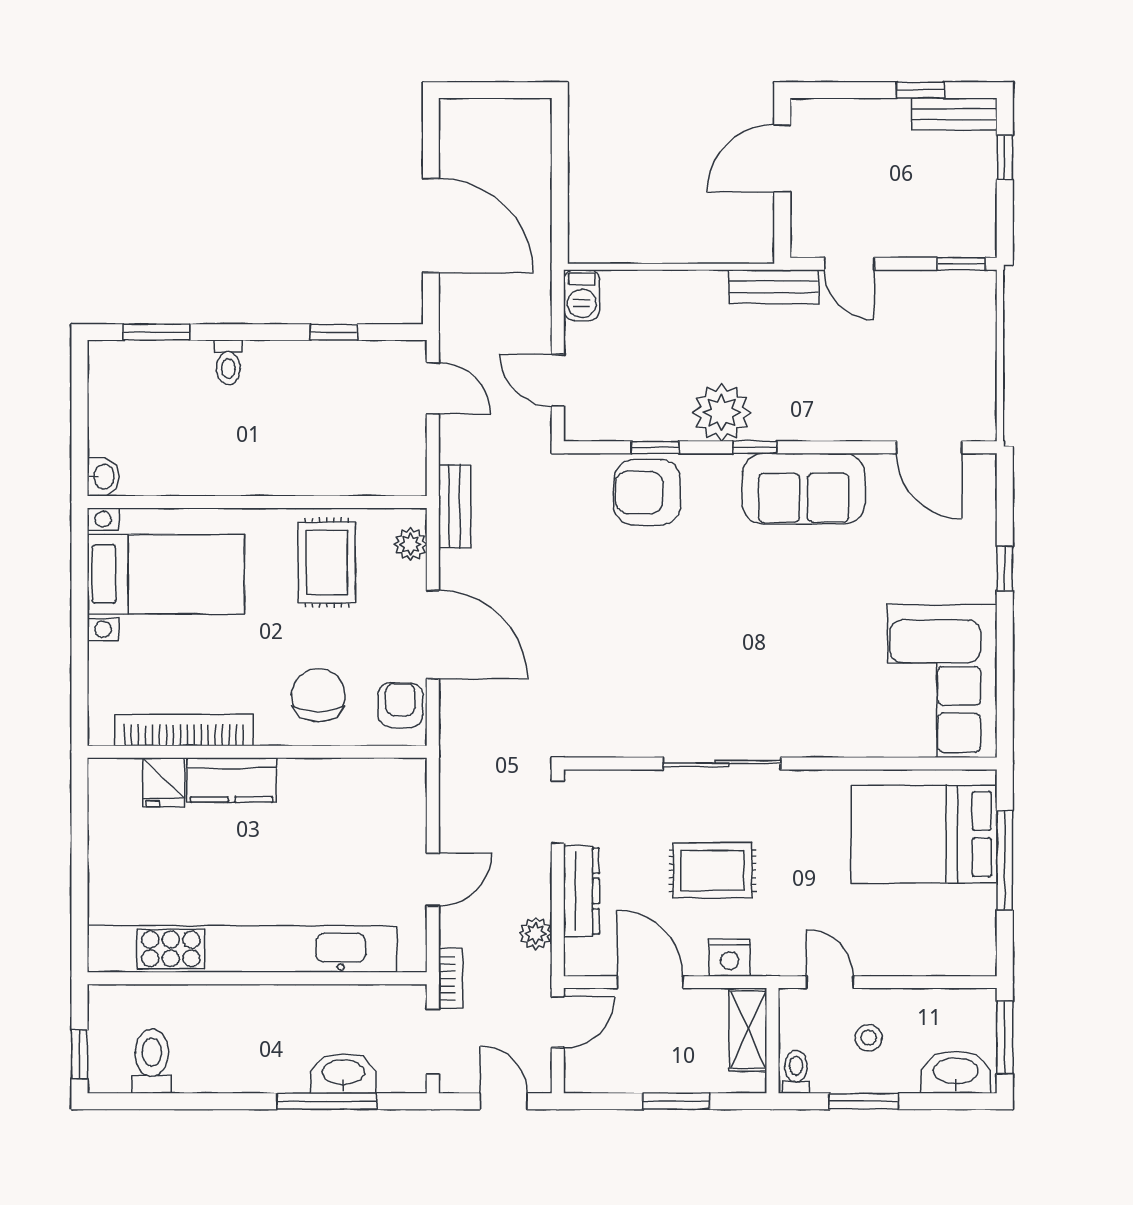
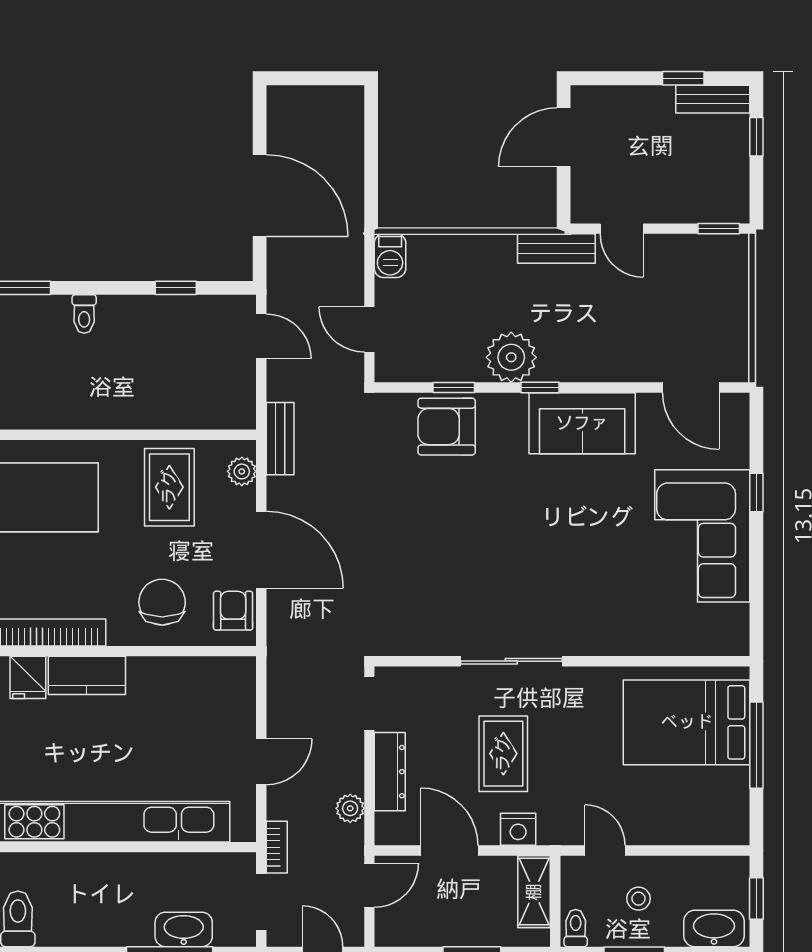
corner sofa: (942, 681) -> (702, 536), moved
rug: (712, 870) -> (503, 754), turned 90
window: (1005, 1038) -> (756, 899), width x0.67

